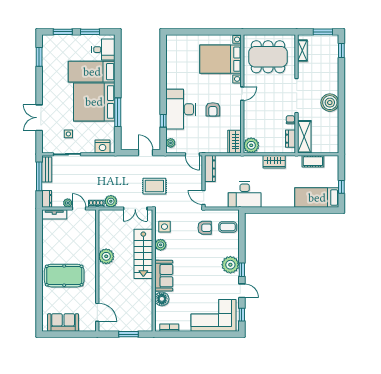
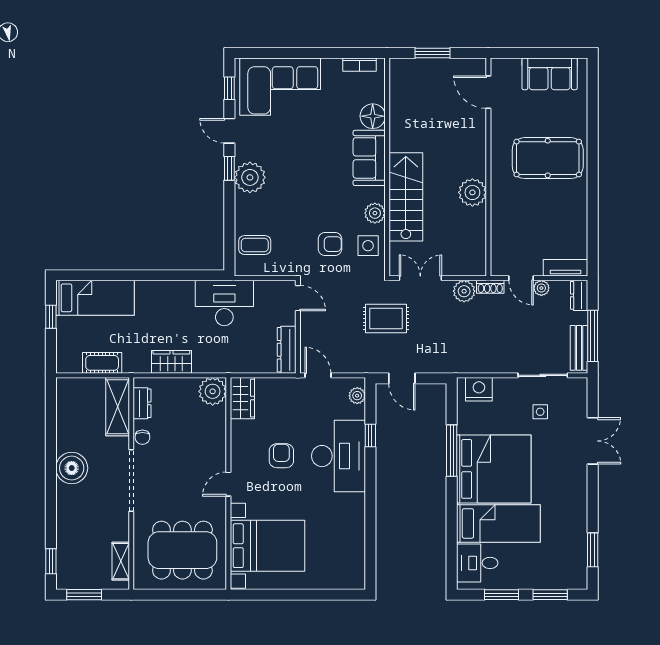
armchair: (205, 228) -> (330, 244), moved, turned 180

